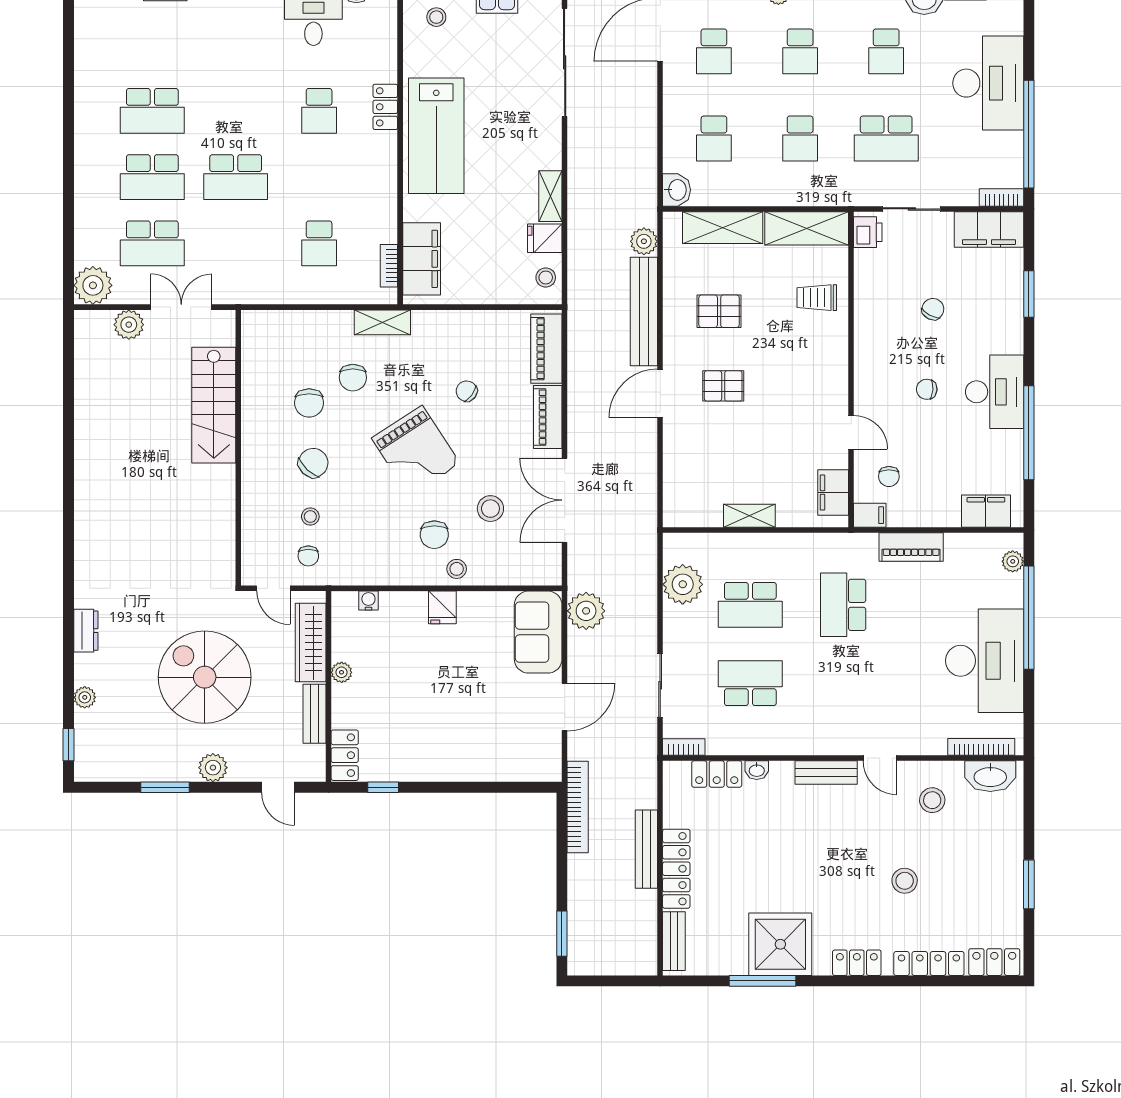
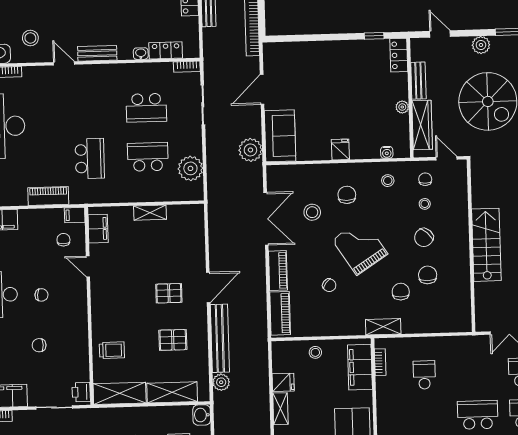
stool: (546, 277) -> (315, 352), moved
chair: (933, 309) -> (39, 345), turned 62
stairs: (214, 405) -> (486, 245), moved
stool: (457, 569) -> (388, 181), moved

